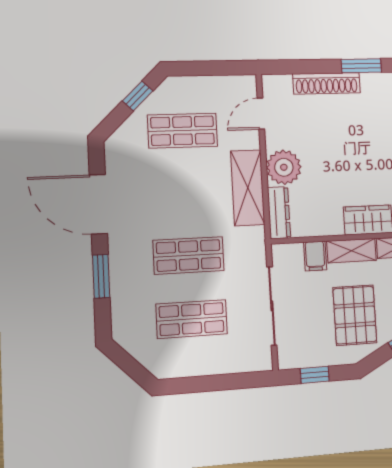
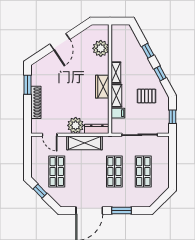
pallet: (355, 315) -> (146, 96), width x0.67, depth x0.71

